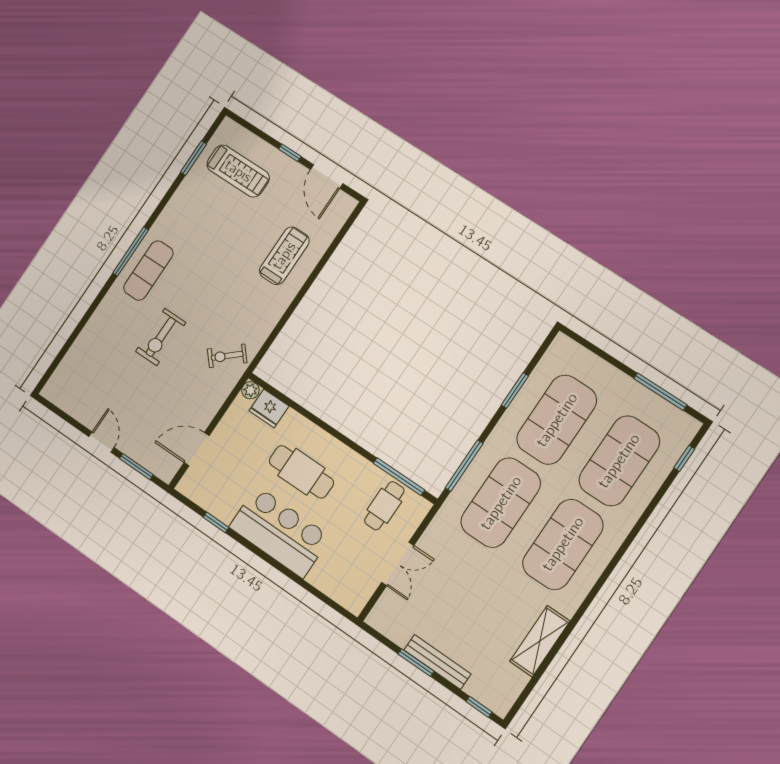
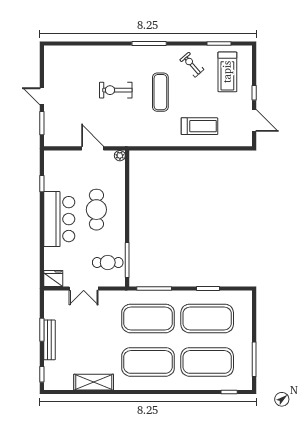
door: (327, 176) -> (254, 120), swing flipped
exercise mat: (148, 271) -> (160, 92), moved, turned 90
exercise bike: (227, 356) -> (192, 65), moved
fridge: (269, 408) -> (53, 278), moved, turned 90
door: (101, 442) -> (42, 96), swing flipped
door: (197, 449) -> (93, 148), moved

